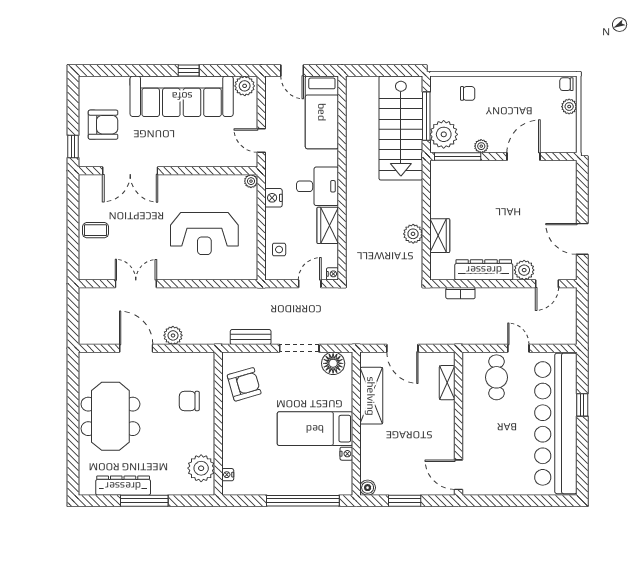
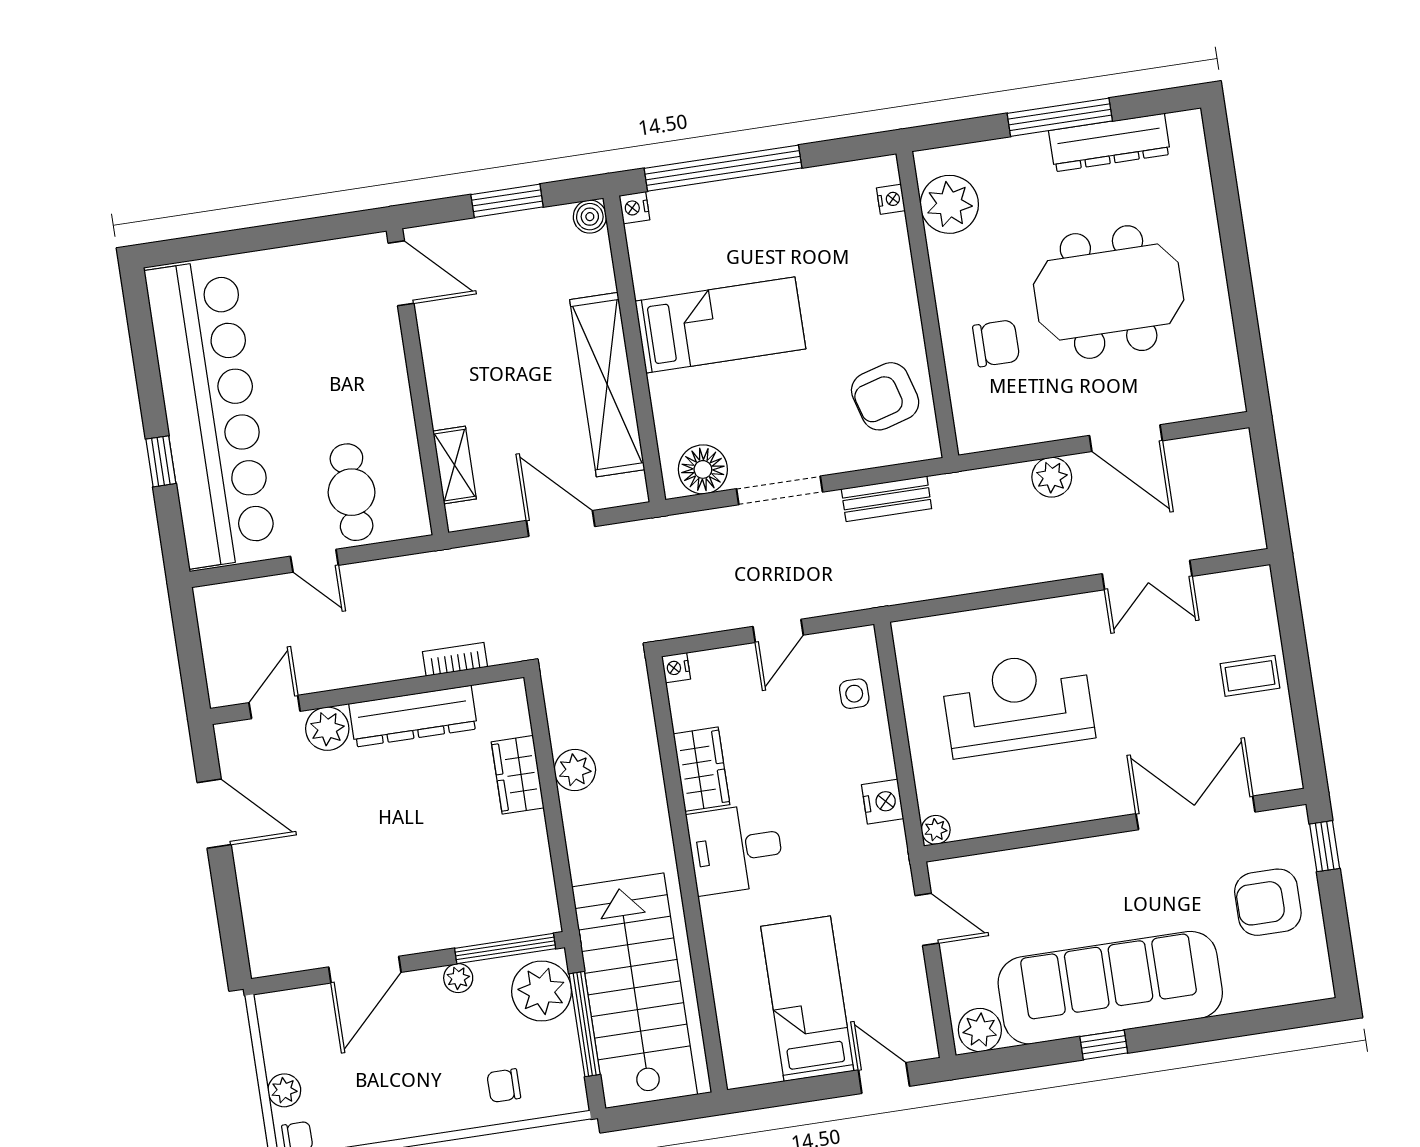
wall: (342, 178) -> (687, 874), moved
desk: (318, 186) -> (736, 849), moved
wardrobe: (328, 225) -> (701, 769), moved
nightstand: (332, 274) -> (676, 668), moved
shelving: (371, 396) -> (607, 385), width x1.47
meeting table: (110, 416) -> (1109, 292), moved, turned 90
nightstand: (346, 454) -> (634, 208), moved

